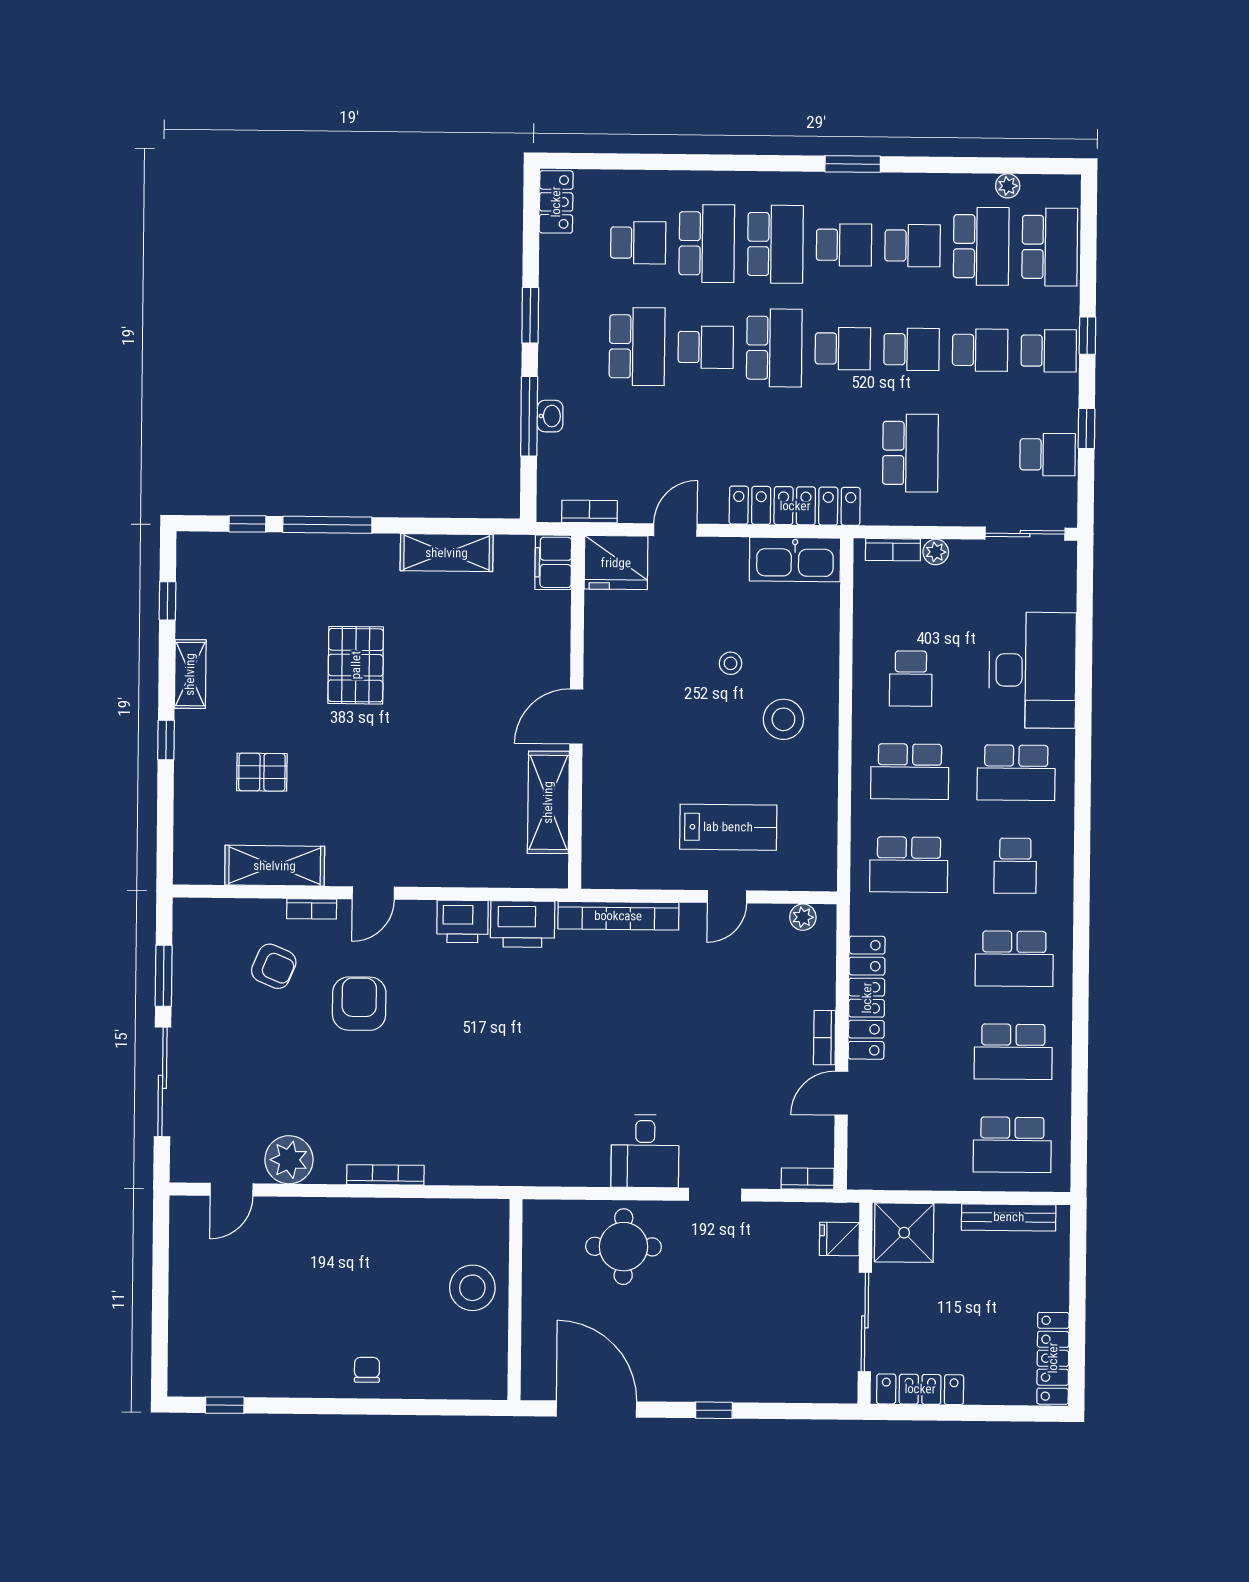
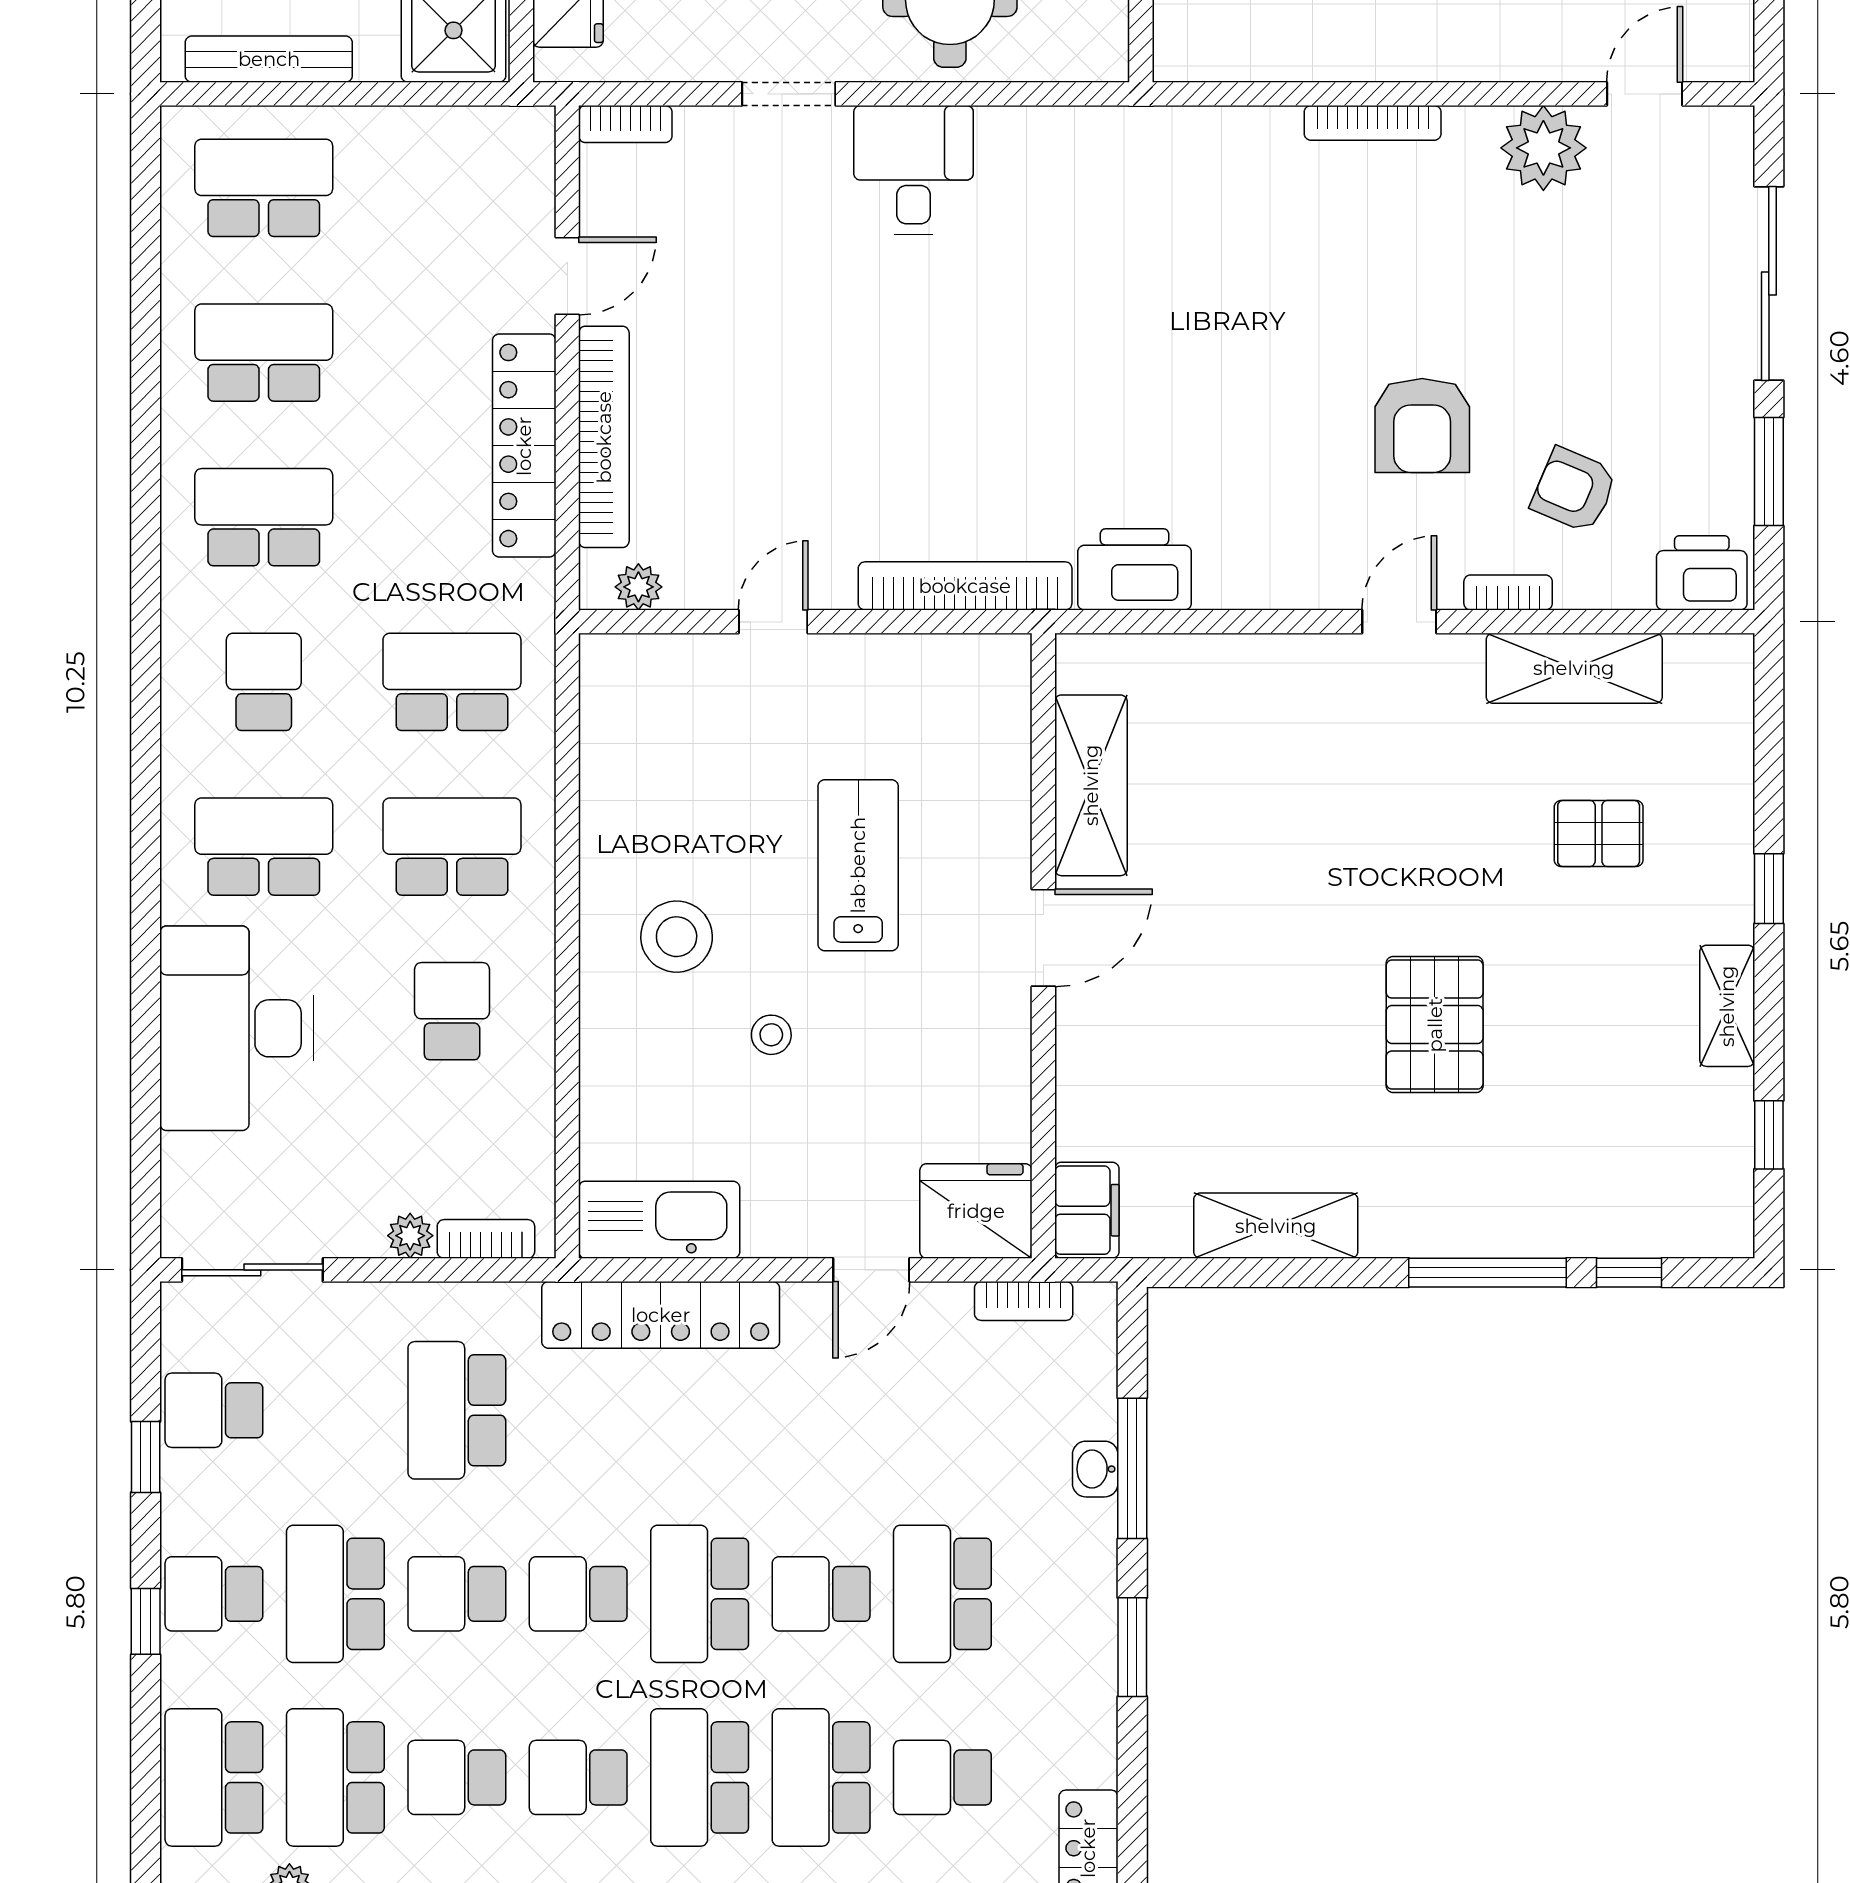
school desk: (980, 350) -> (335, 1594), width x1.85
lab bench: (728, 827) -> (858, 865), moved, turned 90
printer: (462, 921) -> (1702, 573), moved
bookcase: (825, 1038) -> (604, 437), width x2.31, depth x1.31

